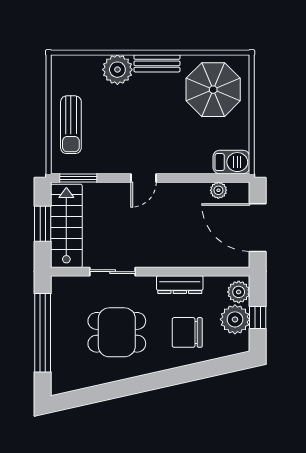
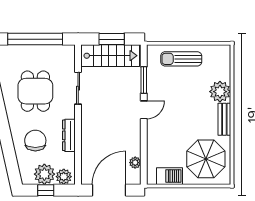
barbecue: (231, 162) -> (169, 176), moved, turned -90
window: (78, 178) -> (144, 80), moved
door: (143, 178) -> (144, 110), swing flipped

